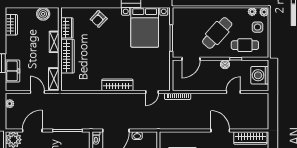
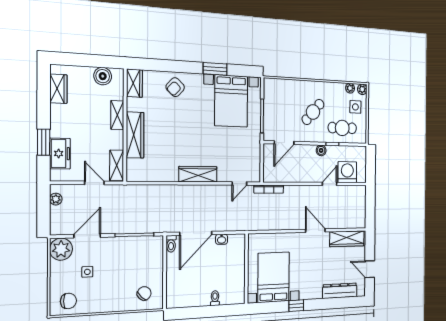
wardrobe: (67, 28) -> (134, 83), moved
cafe table: (217, 33) -> (313, 112), width x0.73, depth x0.74
washing machine: (260, 75) -> (347, 172), moved, turned 90

